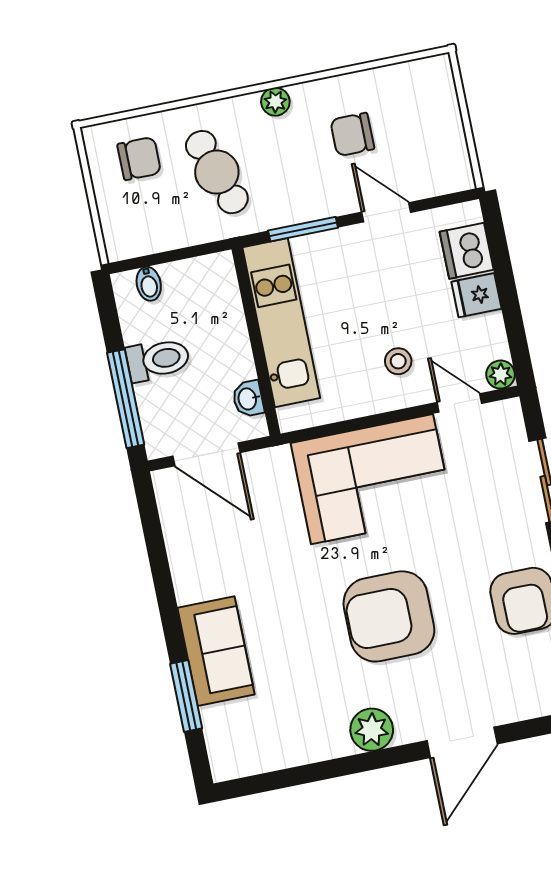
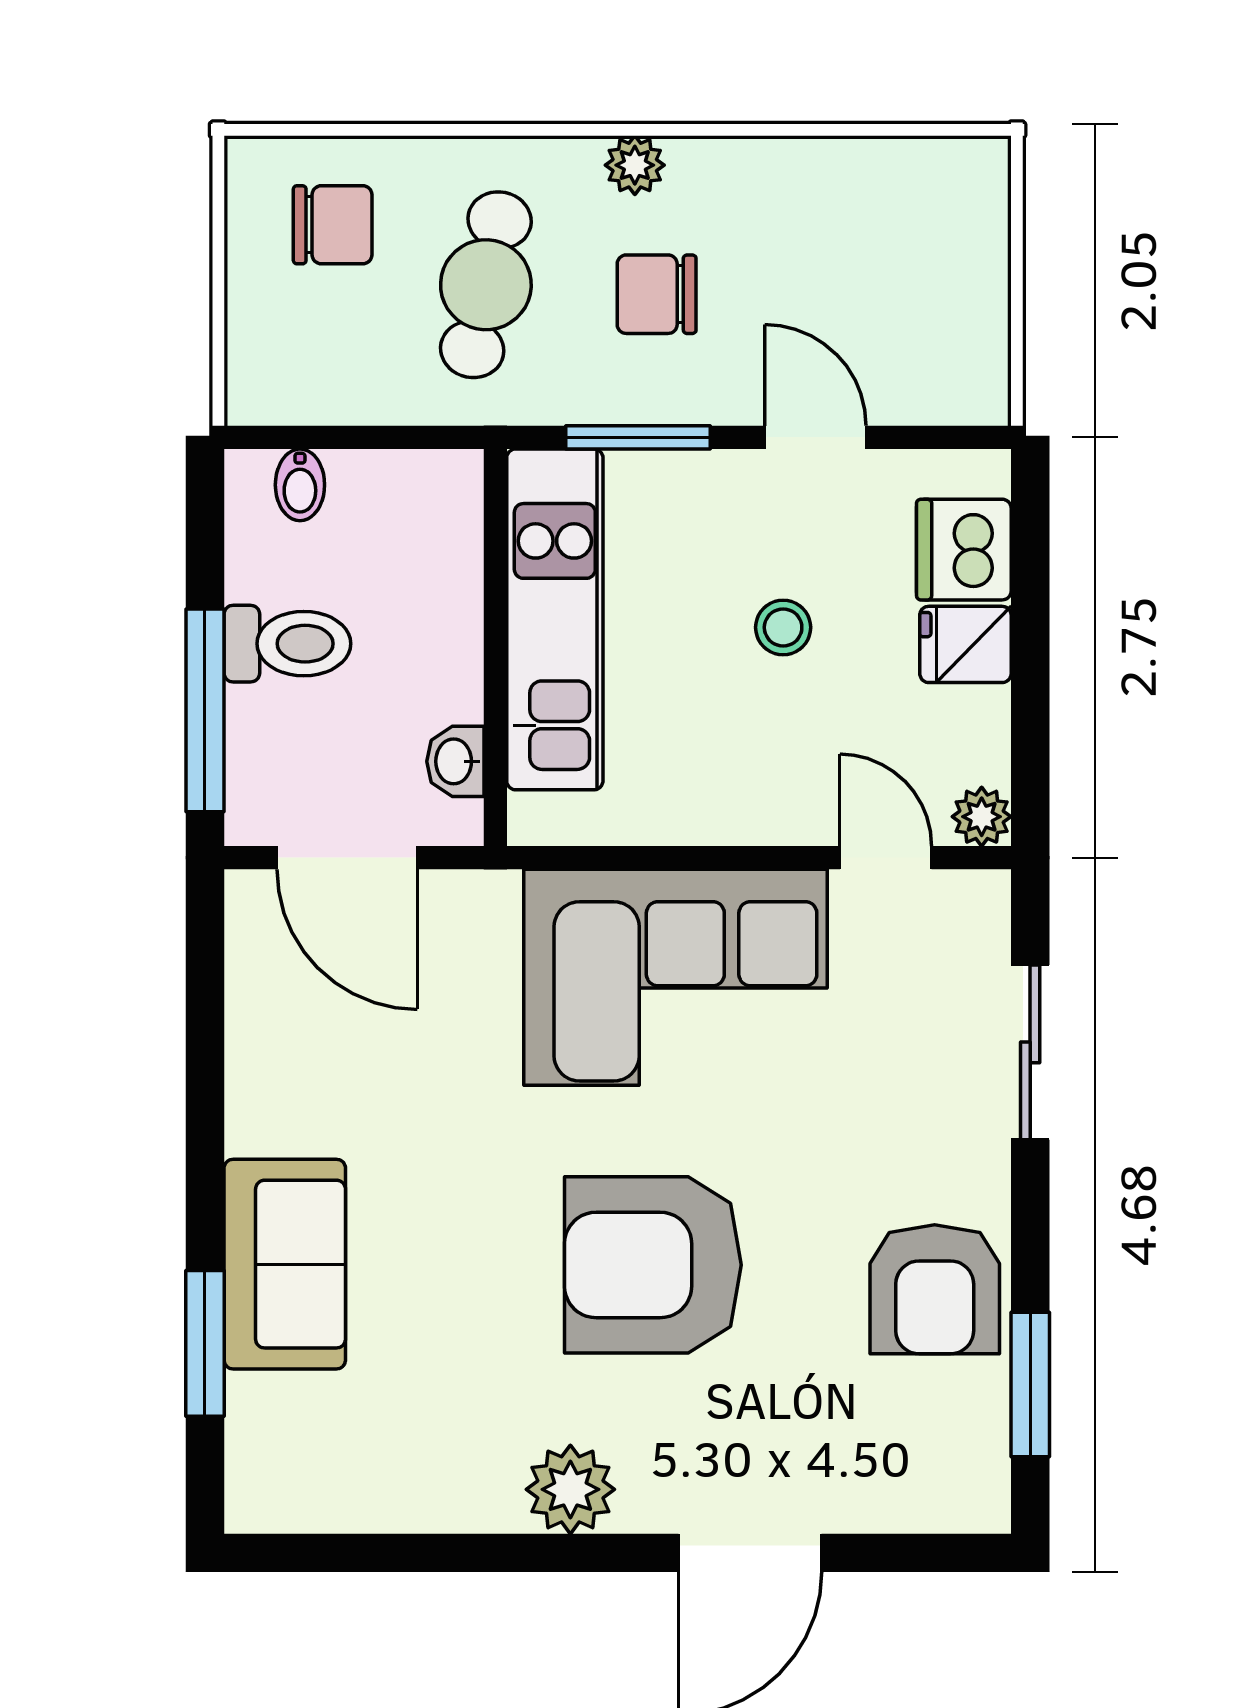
chair: (352, 134) -> (657, 294), moved
cafe table: (217, 172) -> (486, 285), turned 31
stool: (398, 361) -> (783, 627), moved

